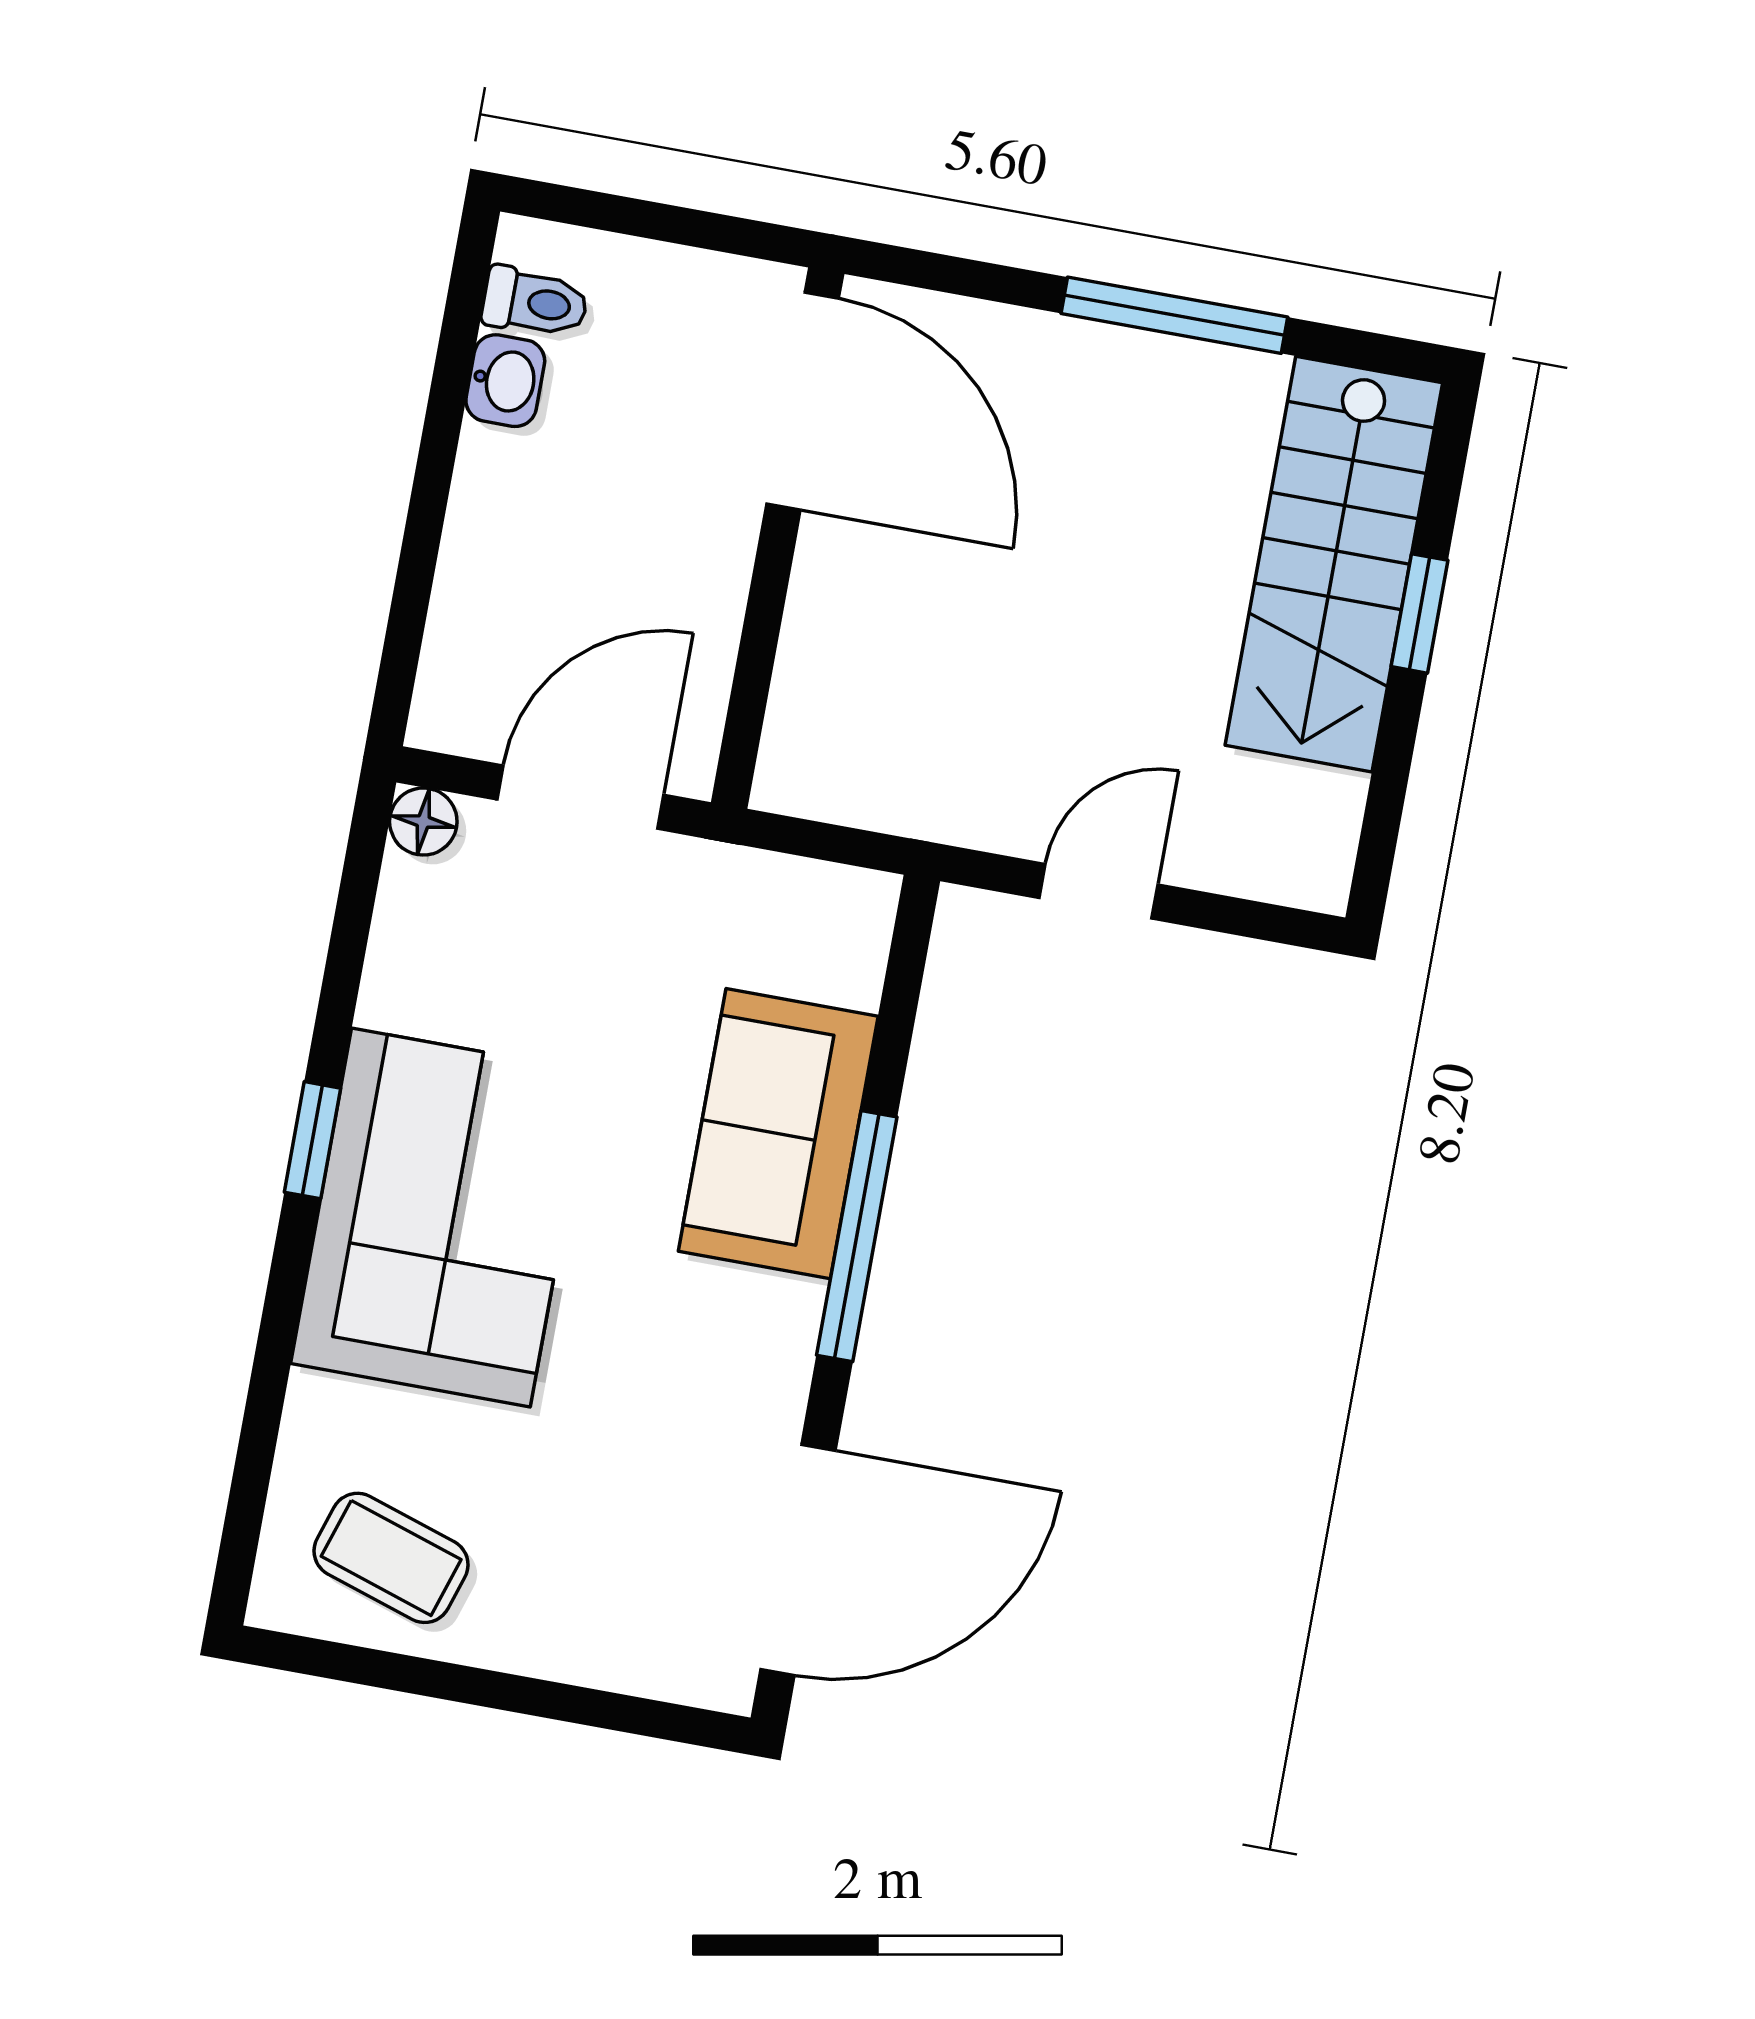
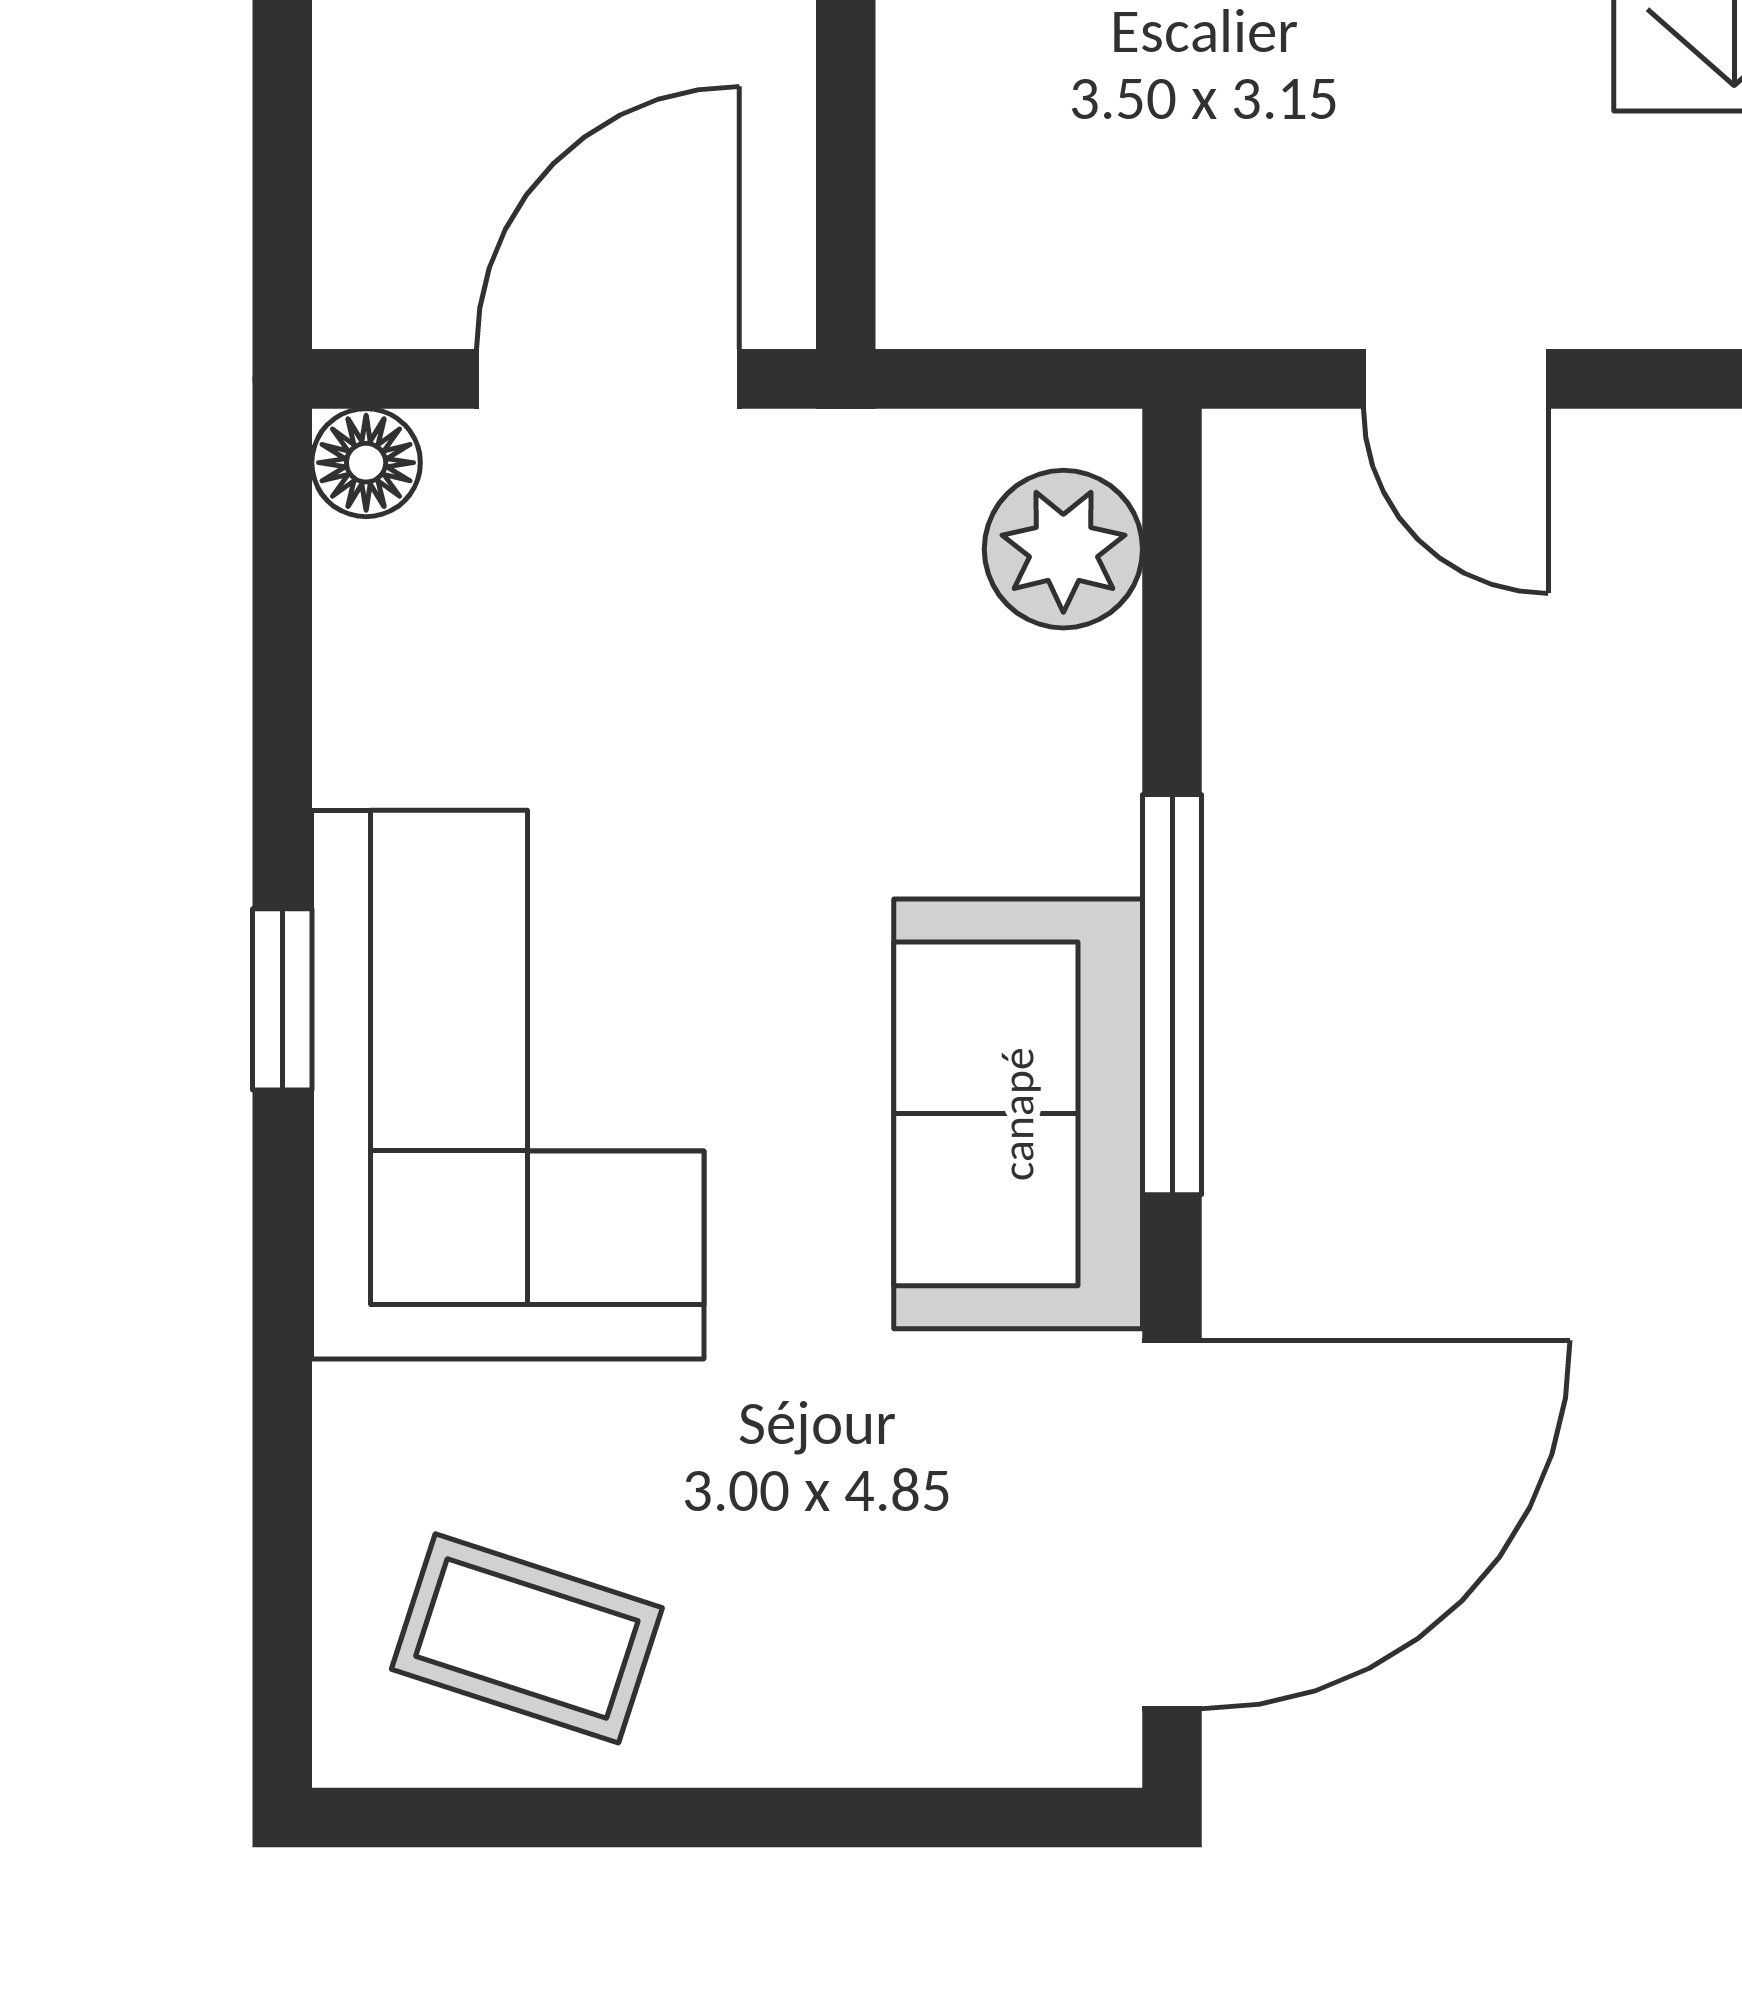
door: (1099, 891) -> (1456, 379), swing flipped
plant: (840, 952) -> (1063, 549), added
sofa: (778, 1134) -> (1018, 1114), moved

